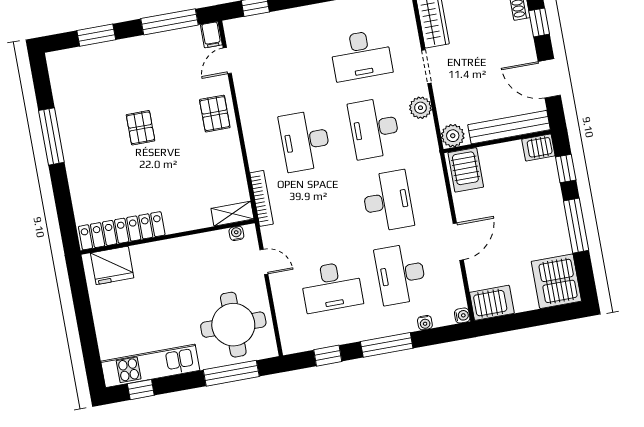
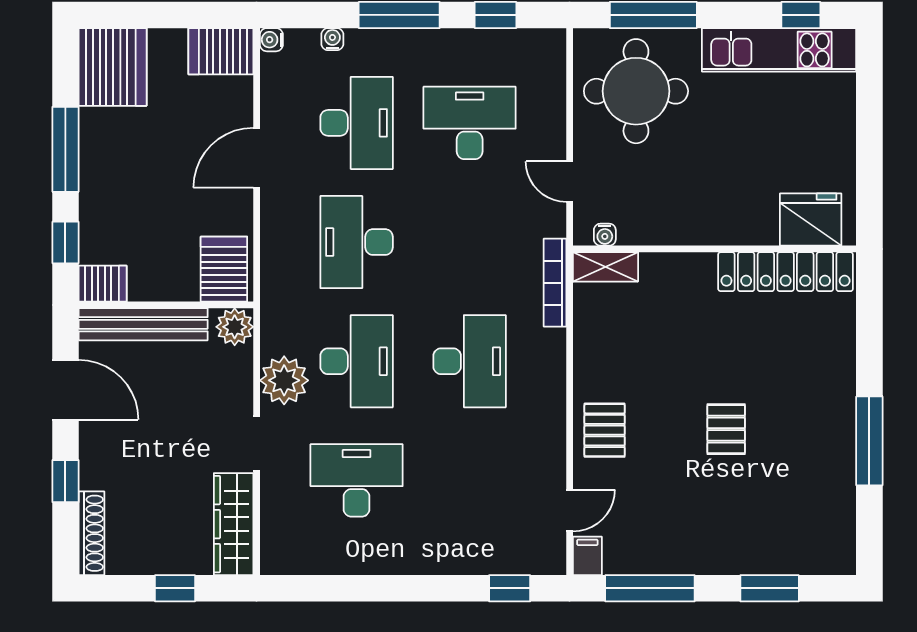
plant: (420, 108) -> (284, 380), width x1.36, depth x1.36

